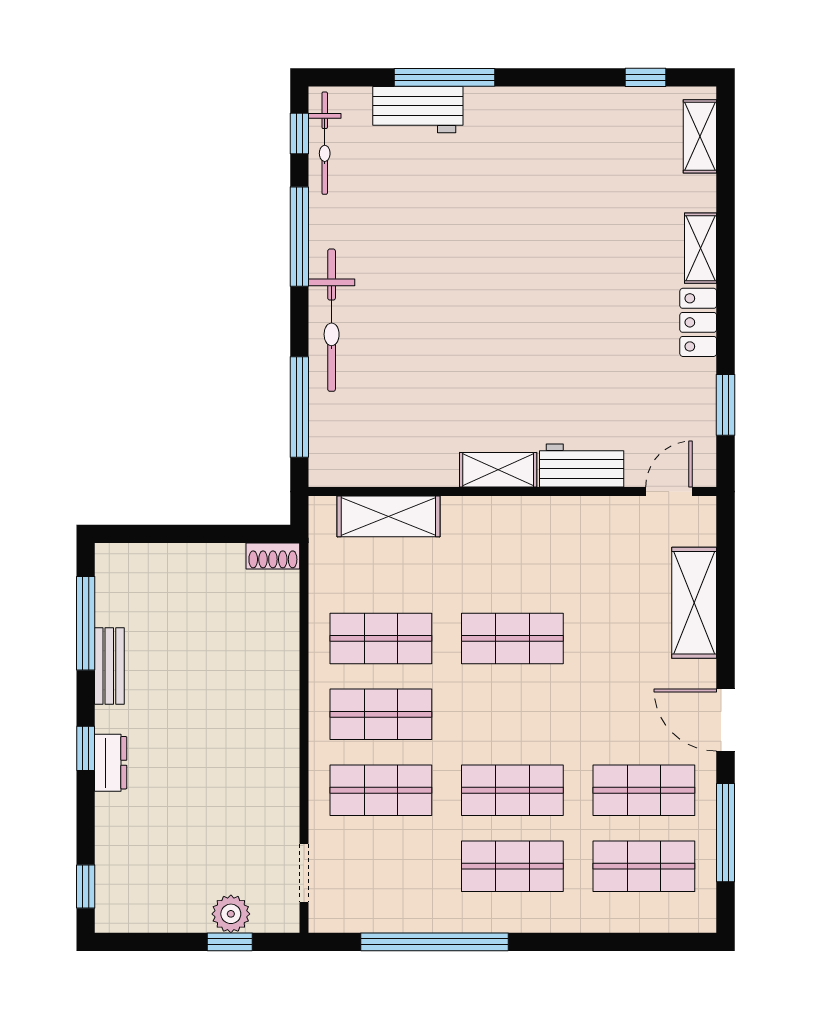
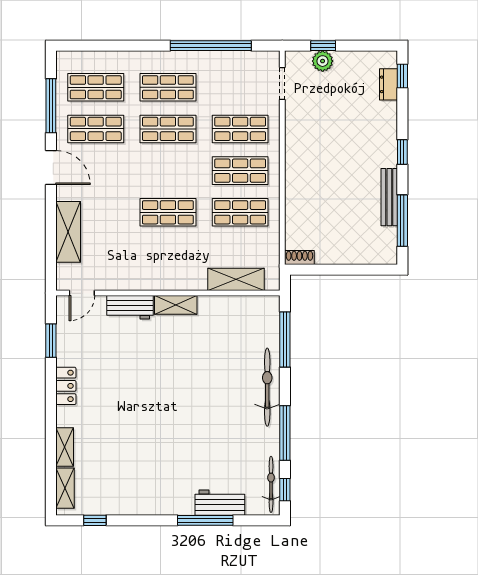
shelving: (701, 248) -> (65, 447), moved
bench: (109, 666) -> (389, 197), width x1.36
dresser: (111, 763) -> (389, 84), moved

